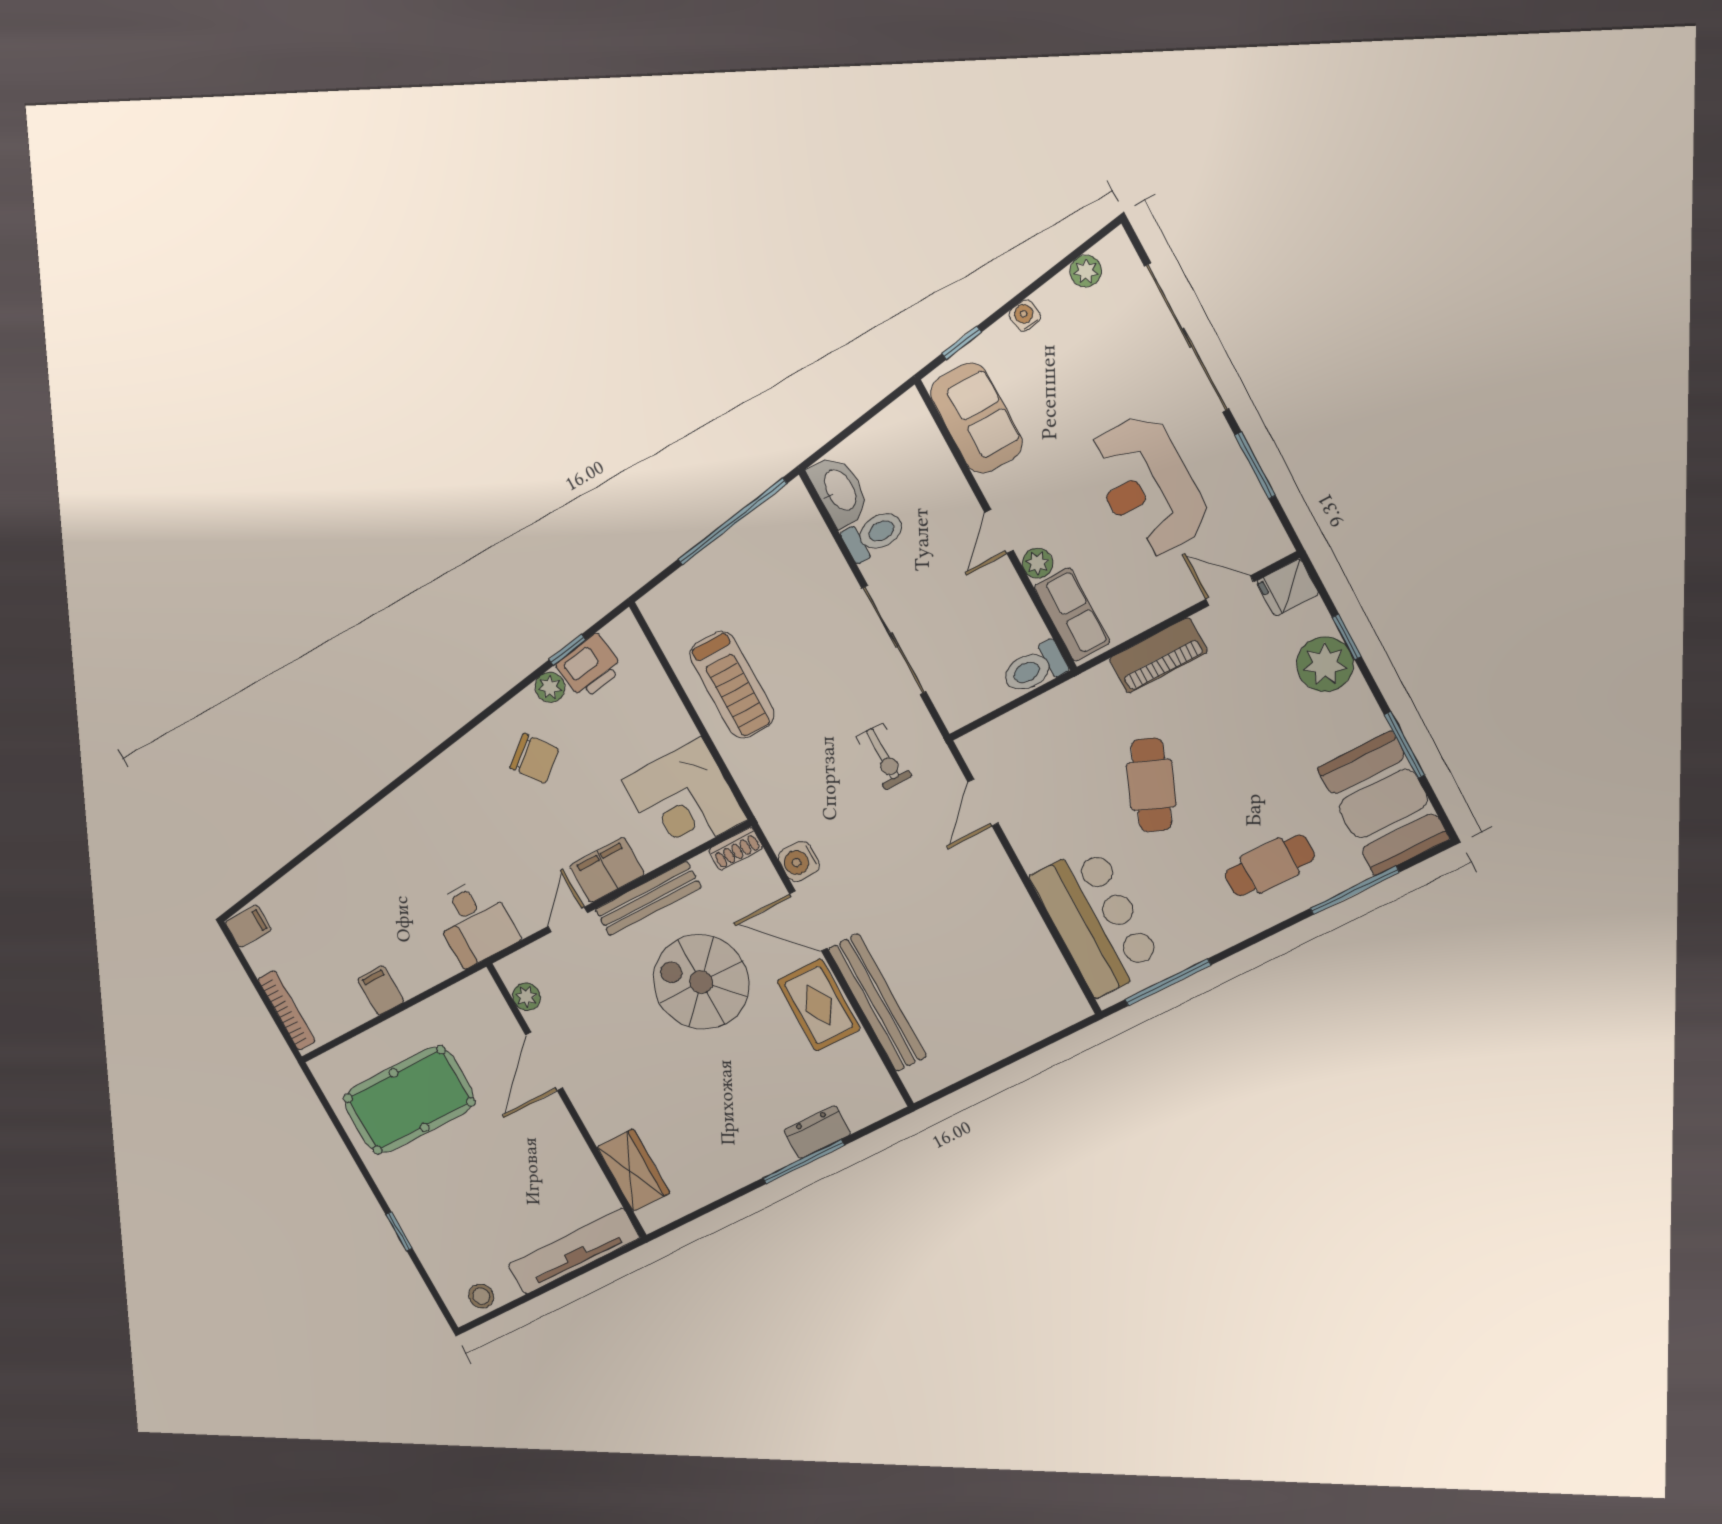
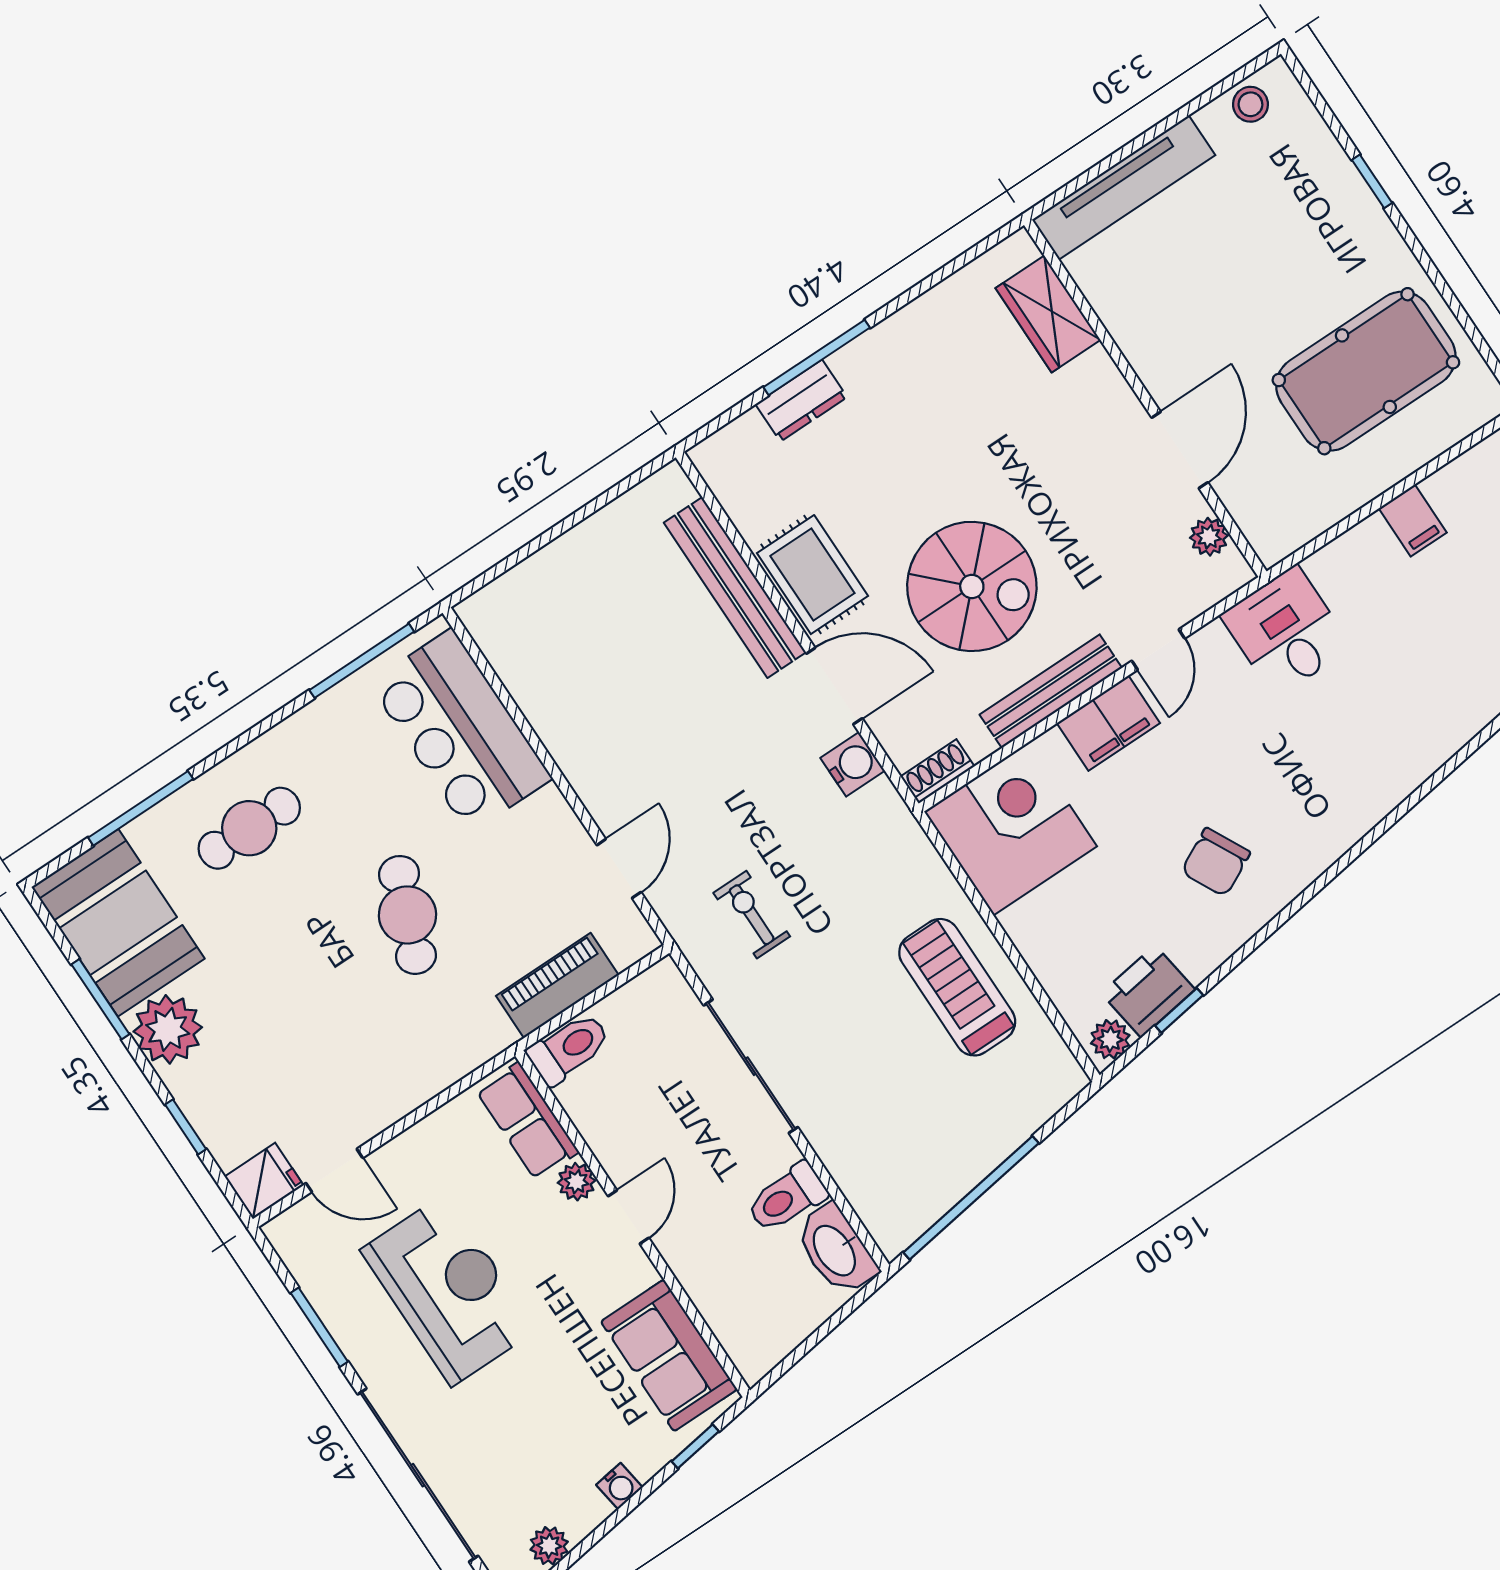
piano: (1158, 655) -> (557, 985), moved
plant: (1325, 664) -> (168, 1029), moved
plant: (550, 687) -> (1110, 1039), moved
chair: (534, 758) -> (1216, 862), turned -79

